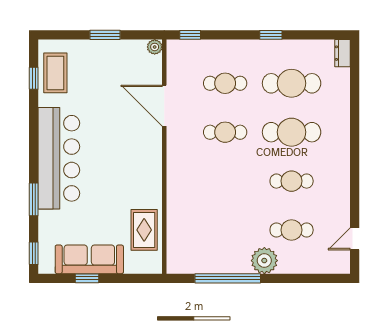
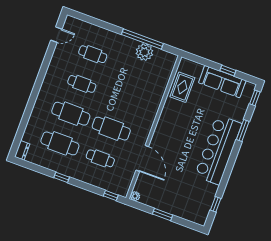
coffee table: (55, 73) -> (201, 203), removed
cafe table: (225, 132) -> (111, 129), width x1.37, depth x1.35
plant: (264, 261) -> (144, 52), moved

